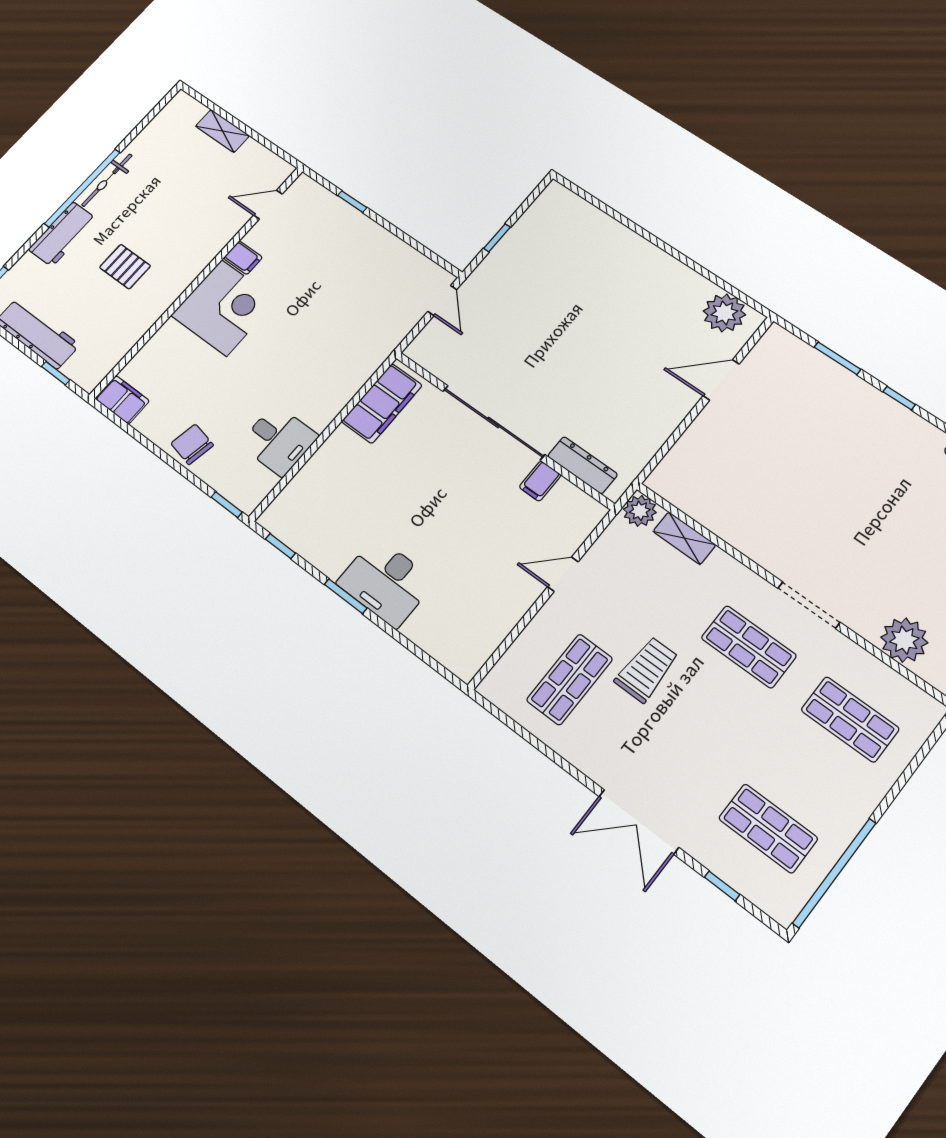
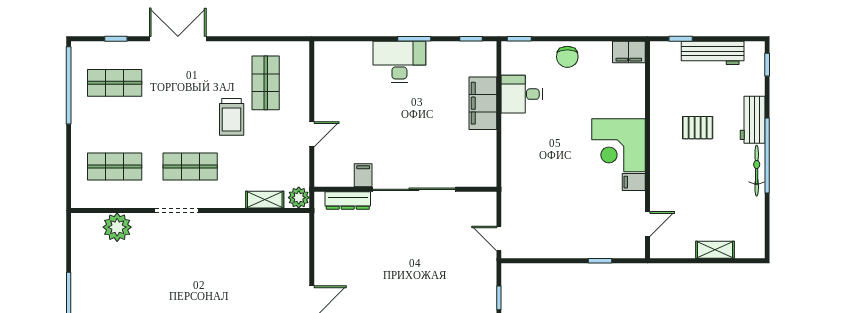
filing cabinet: (382, 403) -> (483, 103), moved
chair: (192, 444) -> (567, 57), turned 79

